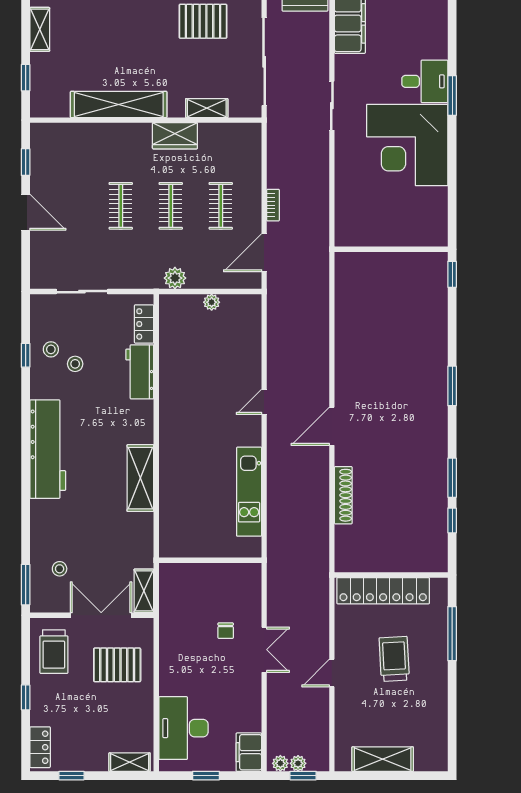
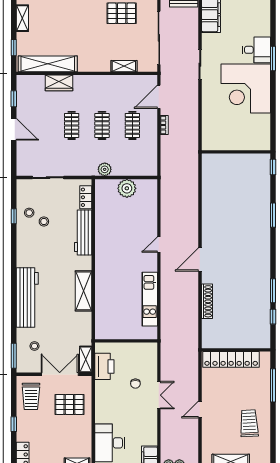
shelving: (119, 104) -> (48, 64), moved
wardrobe: (175, 136) -> (59, 83), moved
door: (264, 253) -> (159, 97), moved
plant: (212, 302) -> (127, 188), width x1.88, depth x1.88
workbench: (140, 372) -> (83, 233), width x1.38
window: (452, 386) -> (273, 215), moved
workbench: (48, 449) -> (27, 298), moved
printer: (174, 602) -> (104, 366), added
trolley: (394, 659) -> (249, 423), moved

